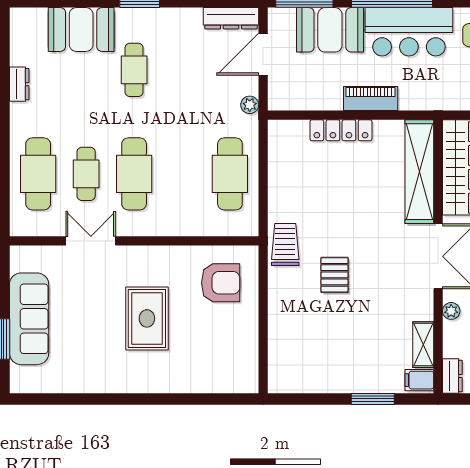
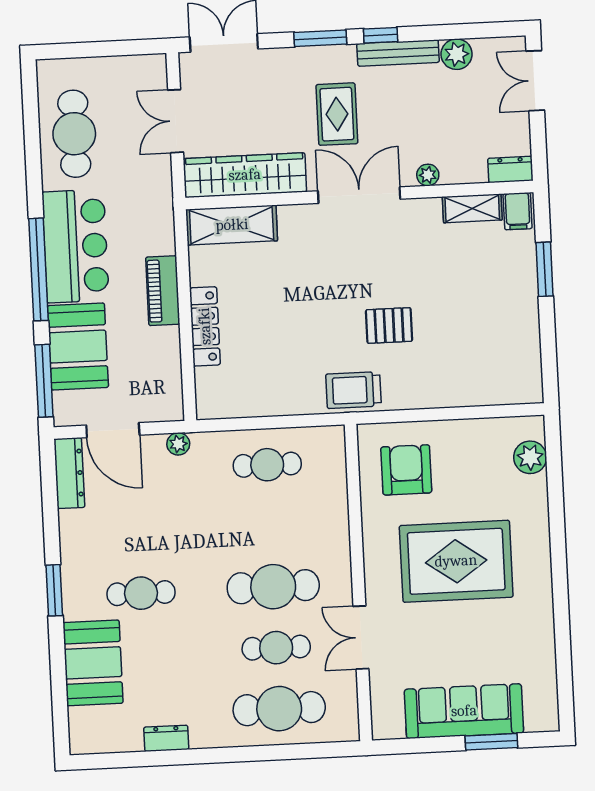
shelving: (419, 172) -> (232, 225), width x0.68
cafe table: (230, 174) -> (267, 465), width x0.73, depth x0.74
rug: (147, 318) -> (456, 561), width x1.37, depth x1.44
plant: (226, 380) -> (530, 457), added

